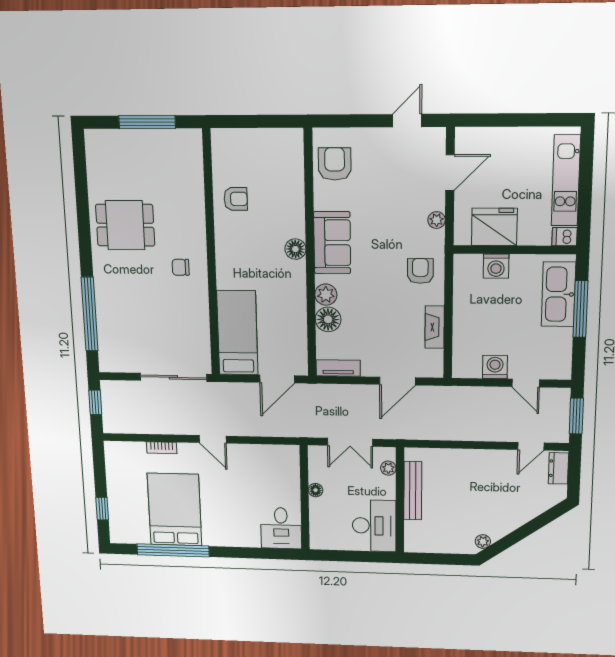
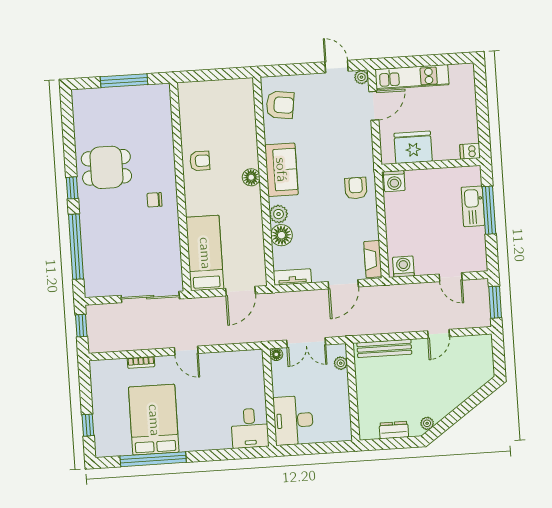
door: (407, 121) -> (337, 67), hinge flipped
armchair: (335, 164) -> (280, 105), turned 98
kitchen unit: (566, 180) -> (412, 77), moved, turned -90
armchair: (236, 199) -> (200, 161), moved
plant: (437, 220) -> (361, 77), moved
window: (85, 246) -> (72, 188), added
washing machine: (496, 266) -> (394, 181), moved
kitchen sink: (558, 294) -> (473, 206), width x0.73, depth x0.81
fireplace: (435, 327) -> (373, 259), moved
washing machine: (495, 367) -> (403, 267), moved
door: (531, 446) -> (439, 334), moved
dresser: (558, 468) -> (394, 430), moved, turned 90
floor lamp: (316, 490) -> (276, 354), moved
bench: (413, 491) -> (384, 348), moved, turned 90
desk: (374, 526) -> (293, 420), moved, turned 180

